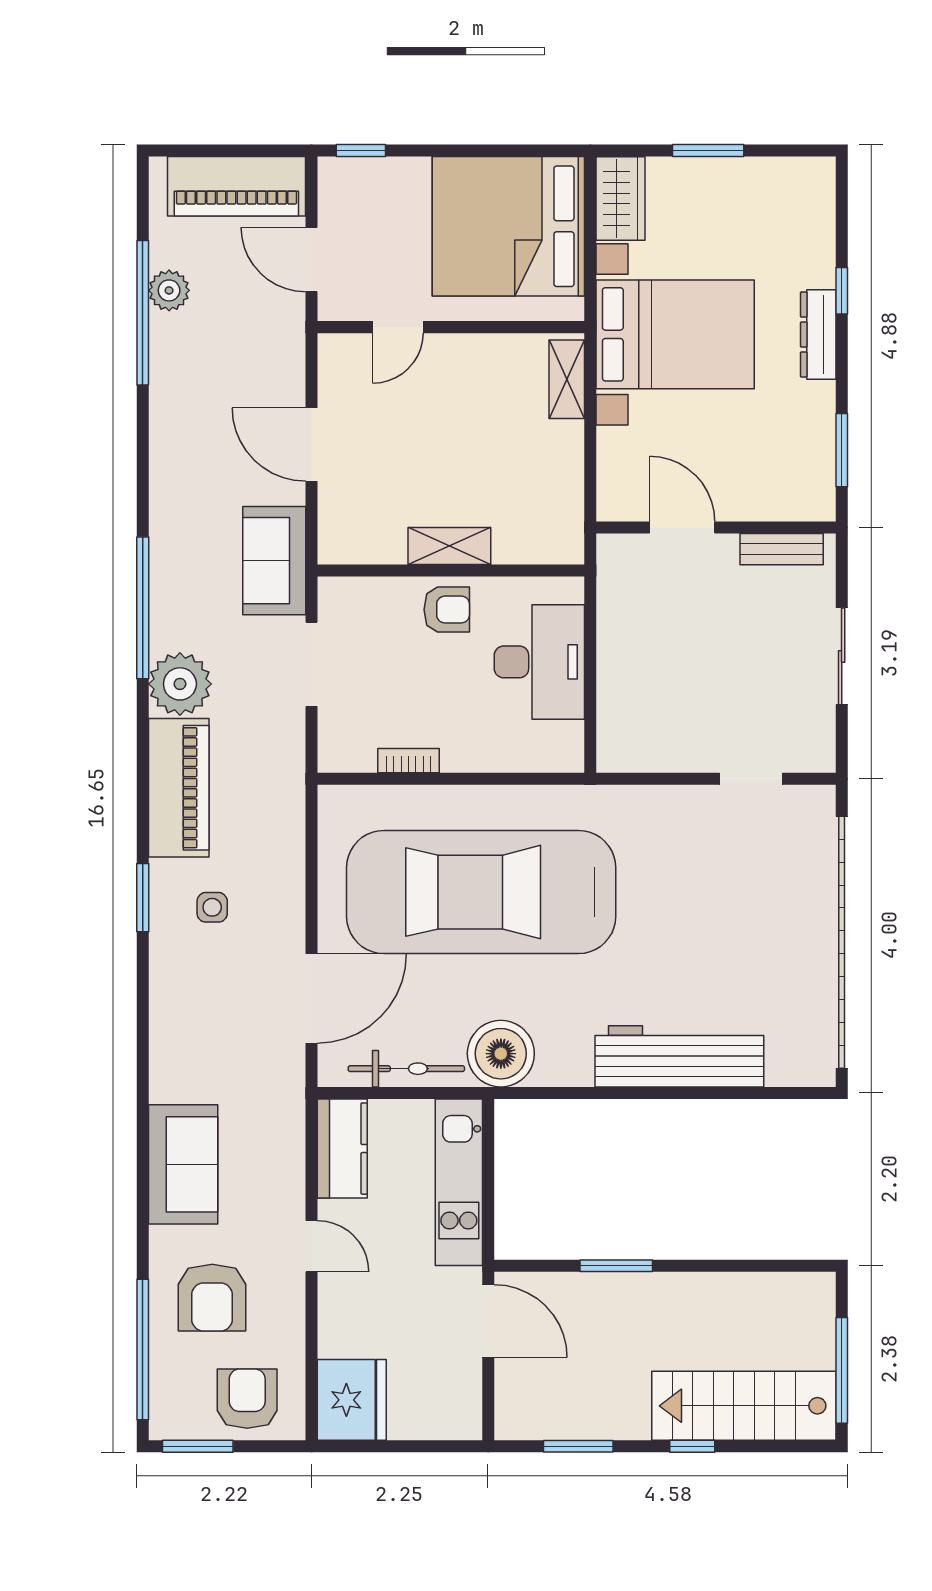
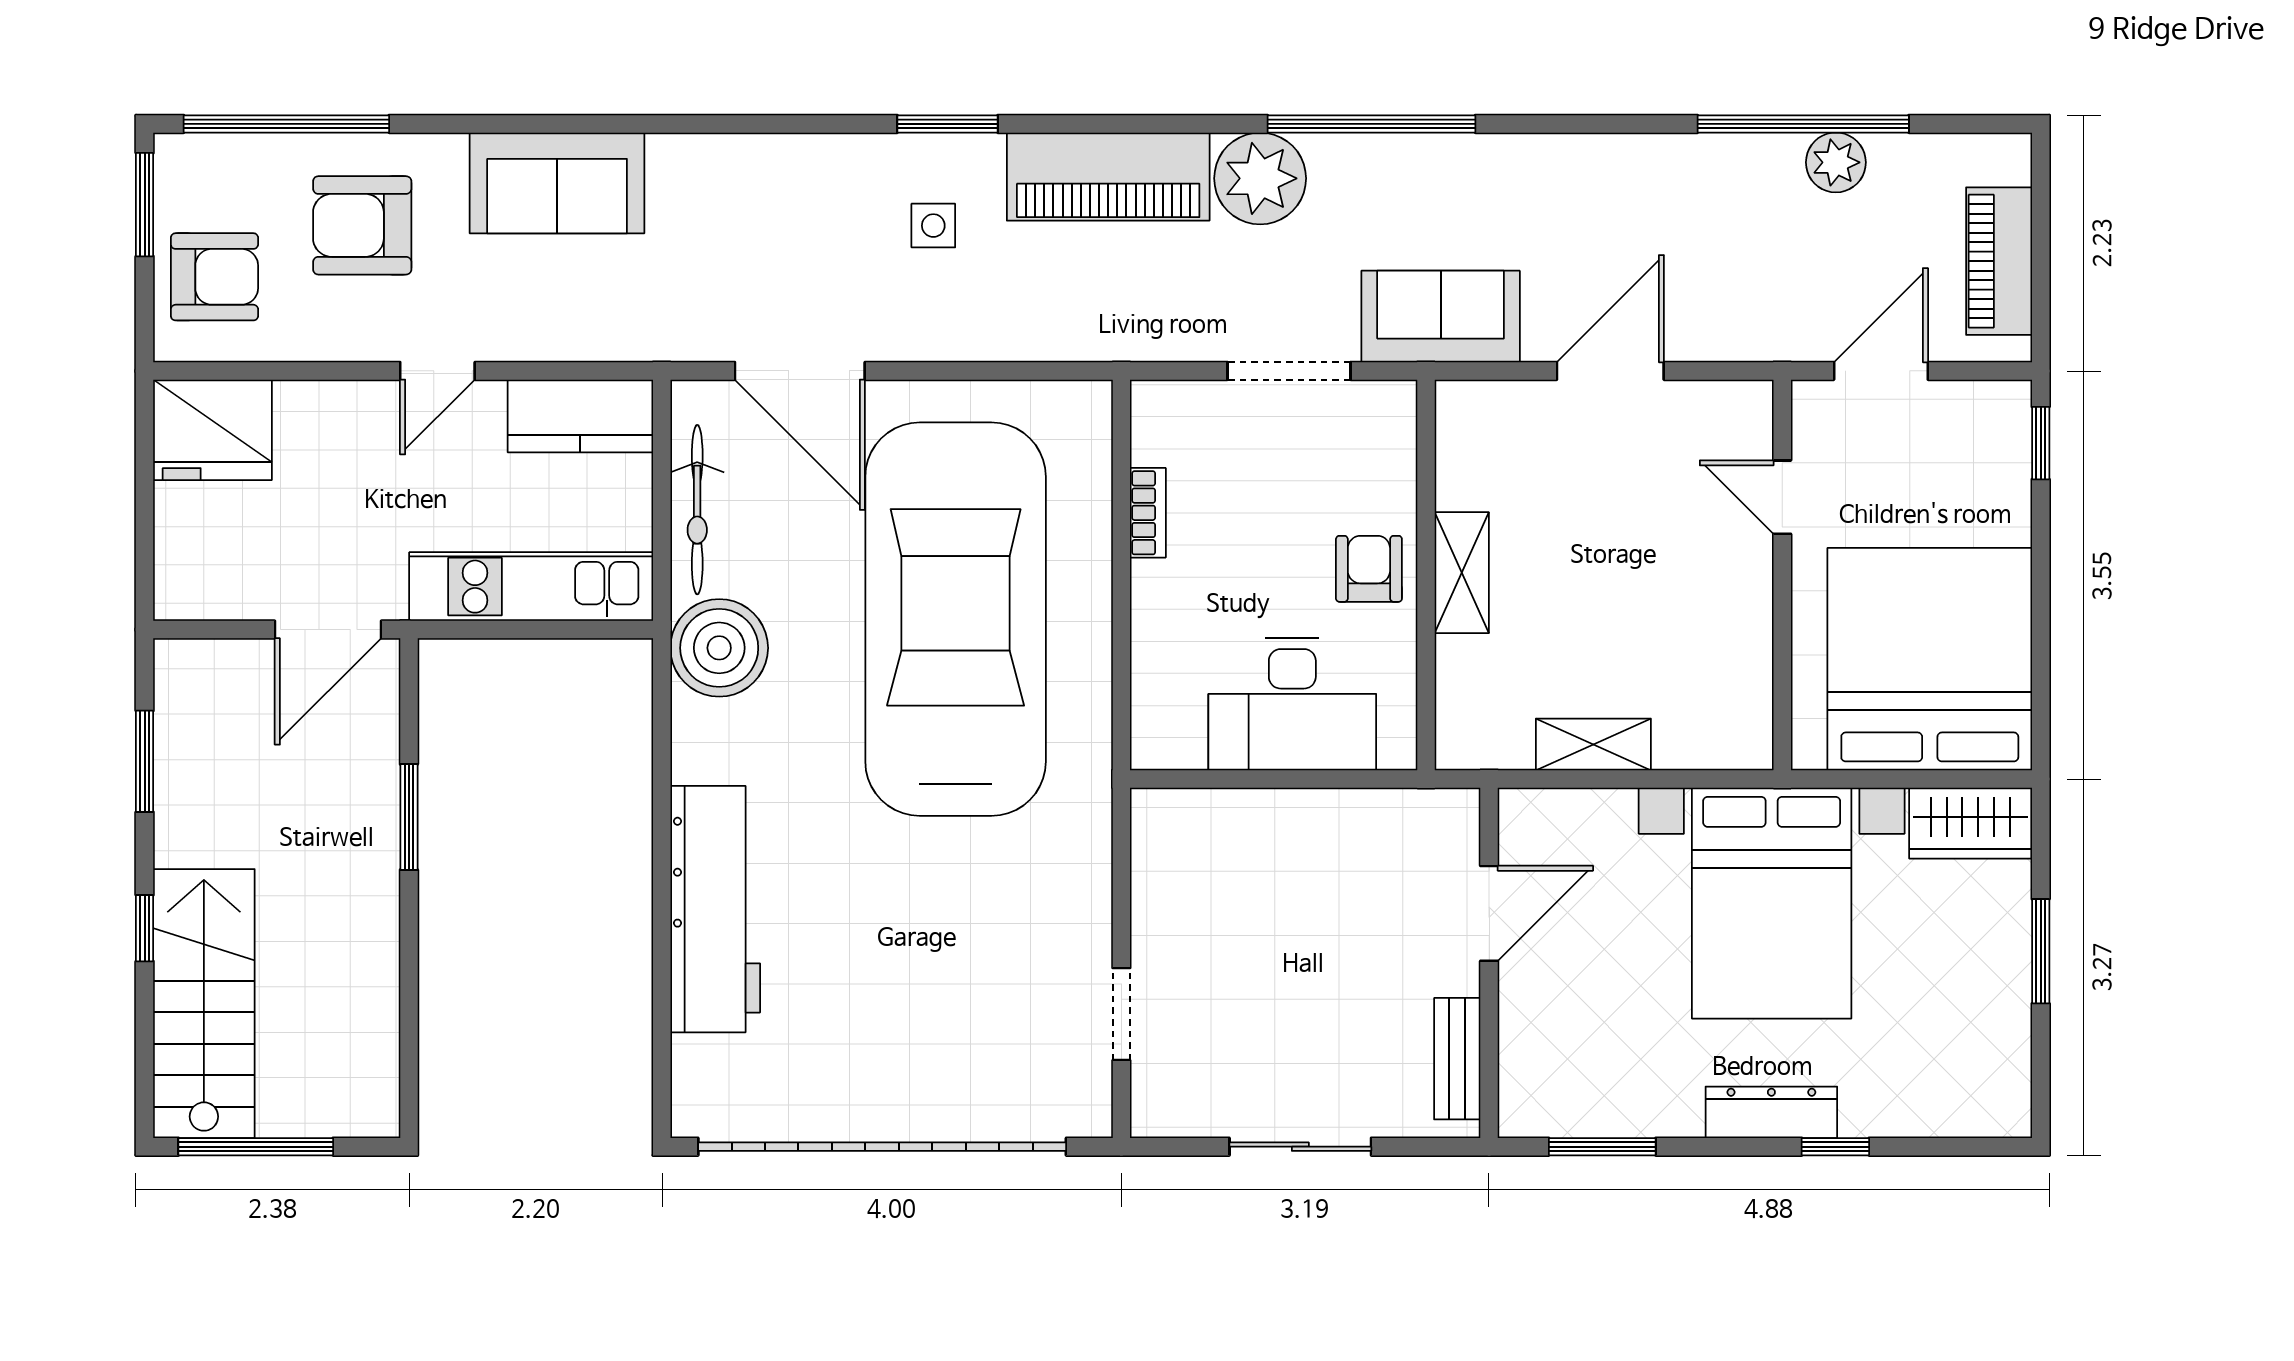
piano: (236, 186) -> (1999, 261), width x0.73, depth x0.75
shelving: (567, 379) -> (1593, 744), moved
armchair: (447, 610) -> (1369, 569), turned 180

